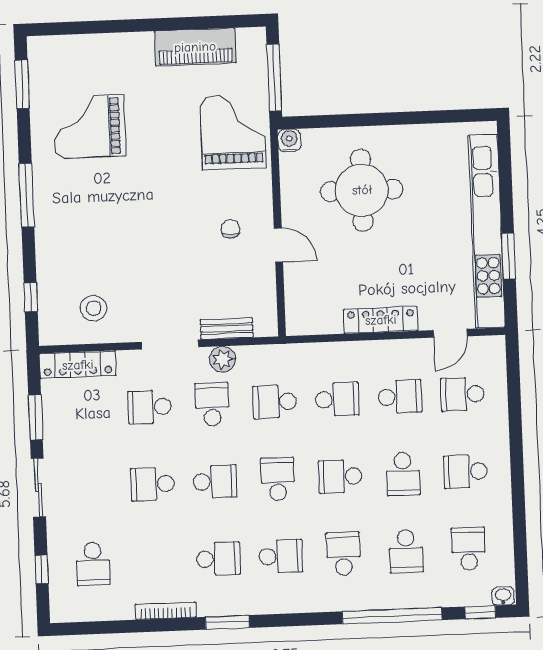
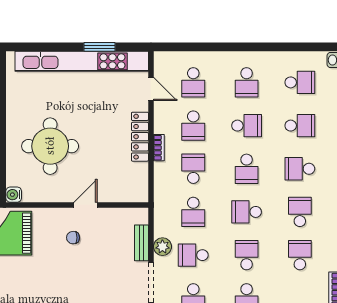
bookcase: (366, 348) -> (159, 148), added
school desk: (400, 397) -> (193, 126), turned 180
school desk: (469, 549) -> (300, 82), turned 180

